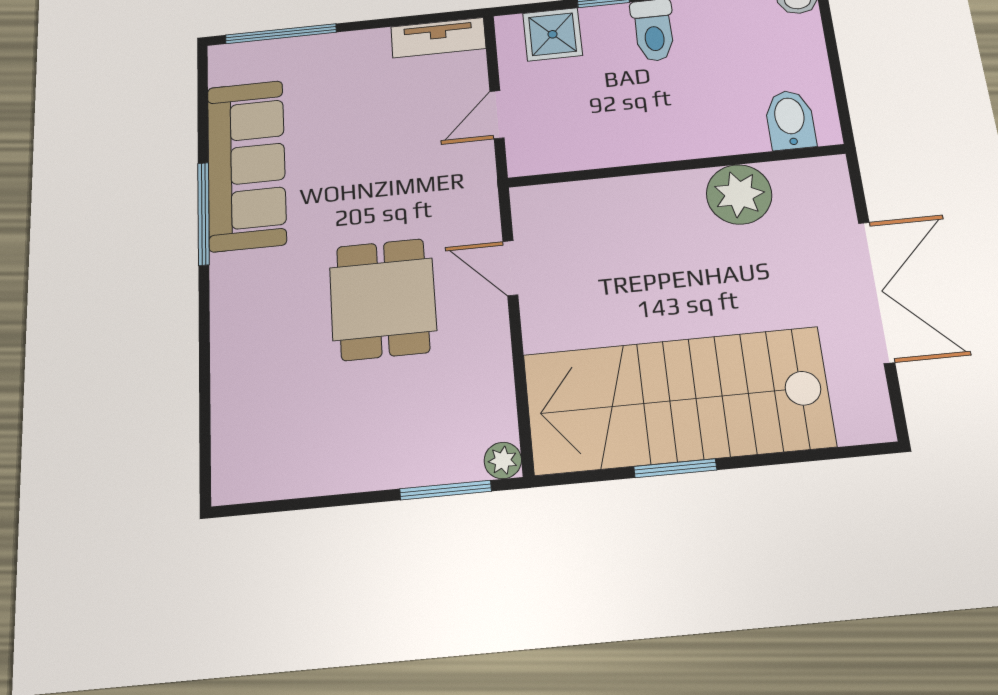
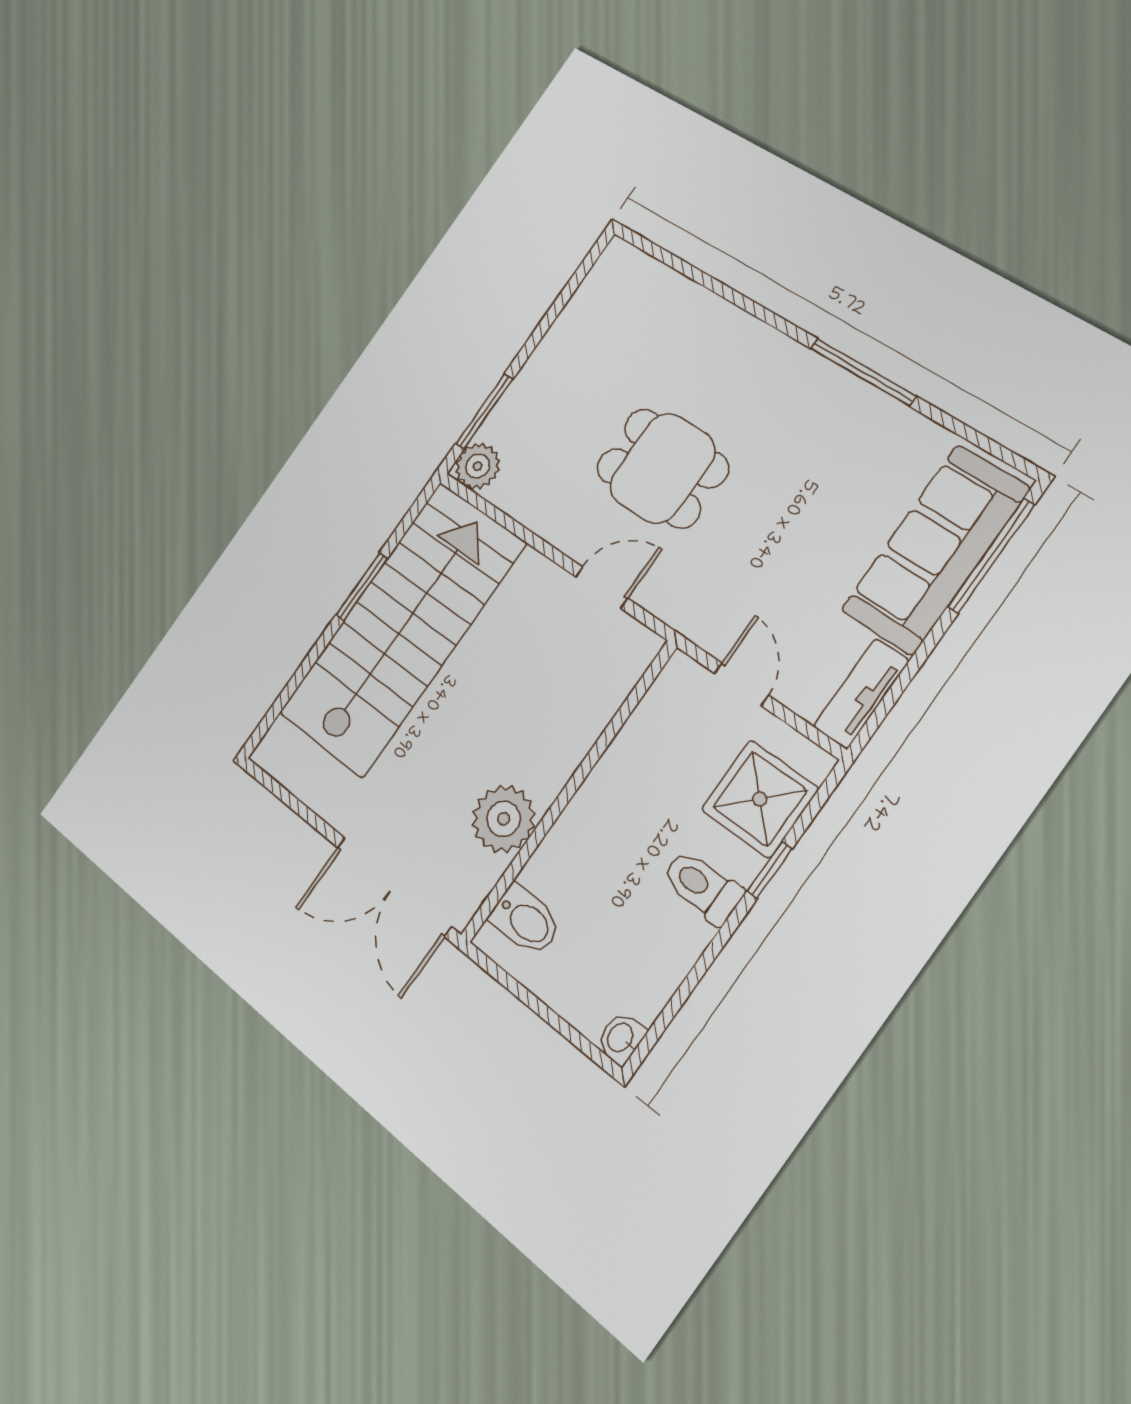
shower: (553, 34) -> (760, 799), width x1.36, depth x1.36
sofa: (246, 165) -> (935, 549), moved, turned 90
double door: (876, 292) -> (394, 887), moved
plant: (503, 460) -> (478, 466), width x1.38, depth x1.38

